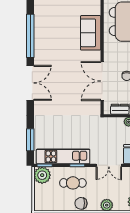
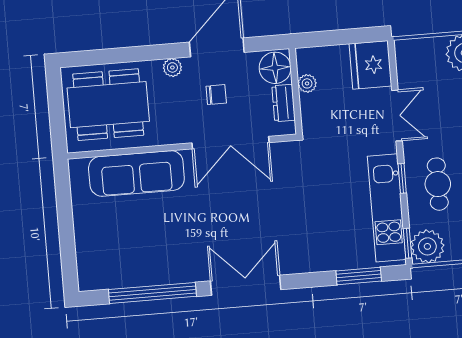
sofa: (91, 33) -> (136, 173), width x1.36

